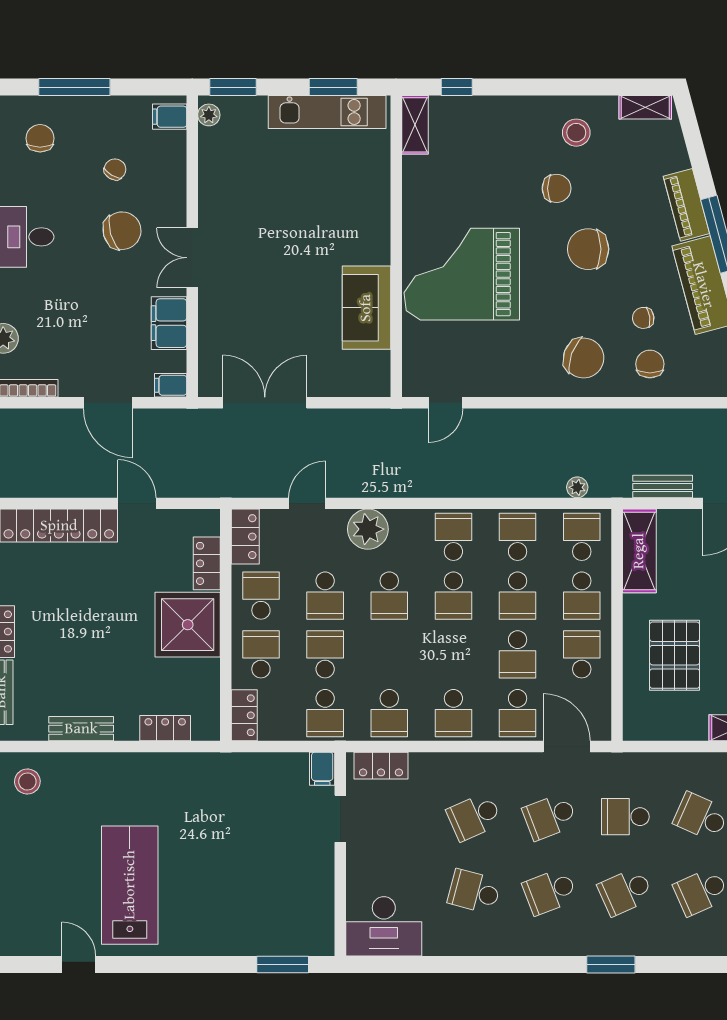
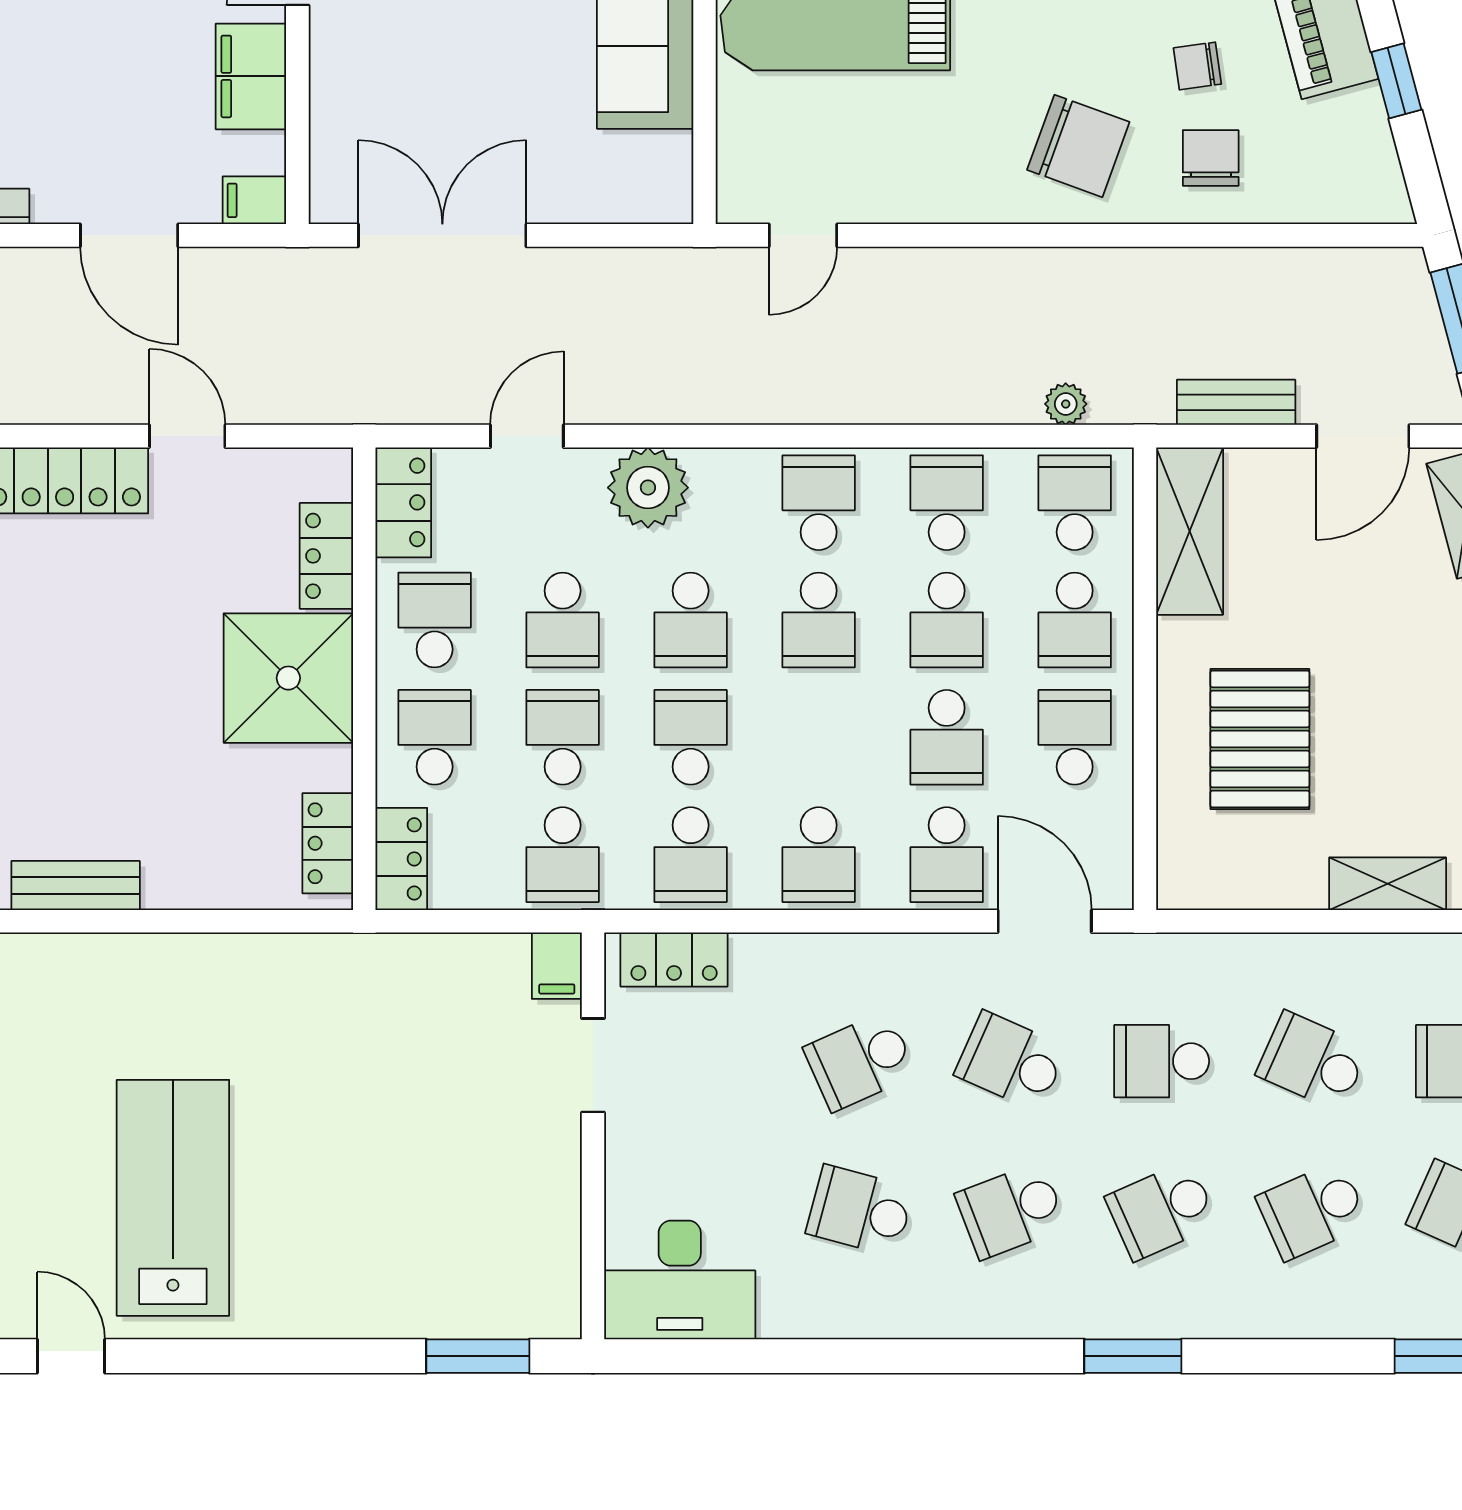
school desk: (389, 654) -> (691, 737), added
locker: (165, 728) -> (328, 843), moved, turned -90
school desk: (550, 817) -> (1011, 1061), turned 45

